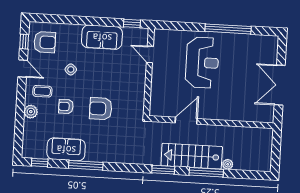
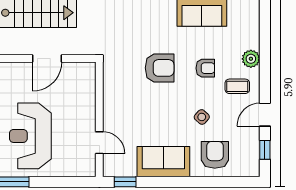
armchair: (45, 42) -> (215, 155), moved, turned 90
door: (23, 68) -> (265, 115), hinge flipped

